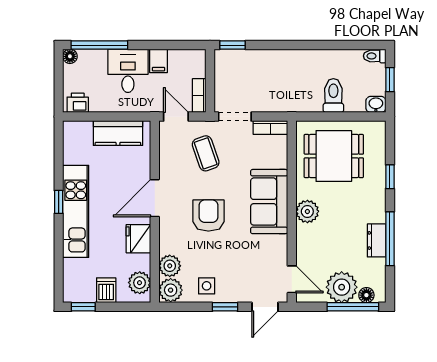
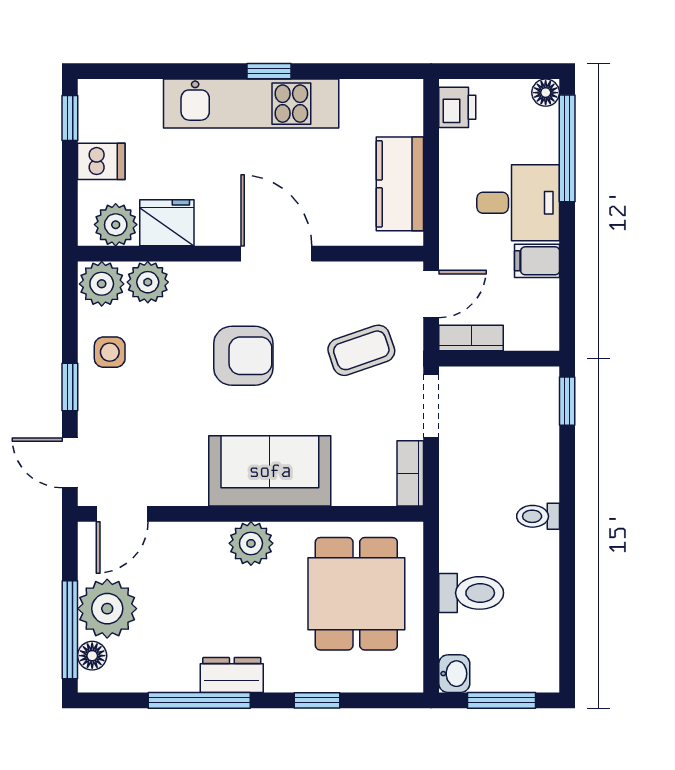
toilet: (375, 56) -> (538, 516), moved, turned -90
window: (390, 80) -> (501, 700), width x1.50
fridge: (138, 239) -> (167, 223), moved
dresser: (377, 240) -> (232, 675), moved

